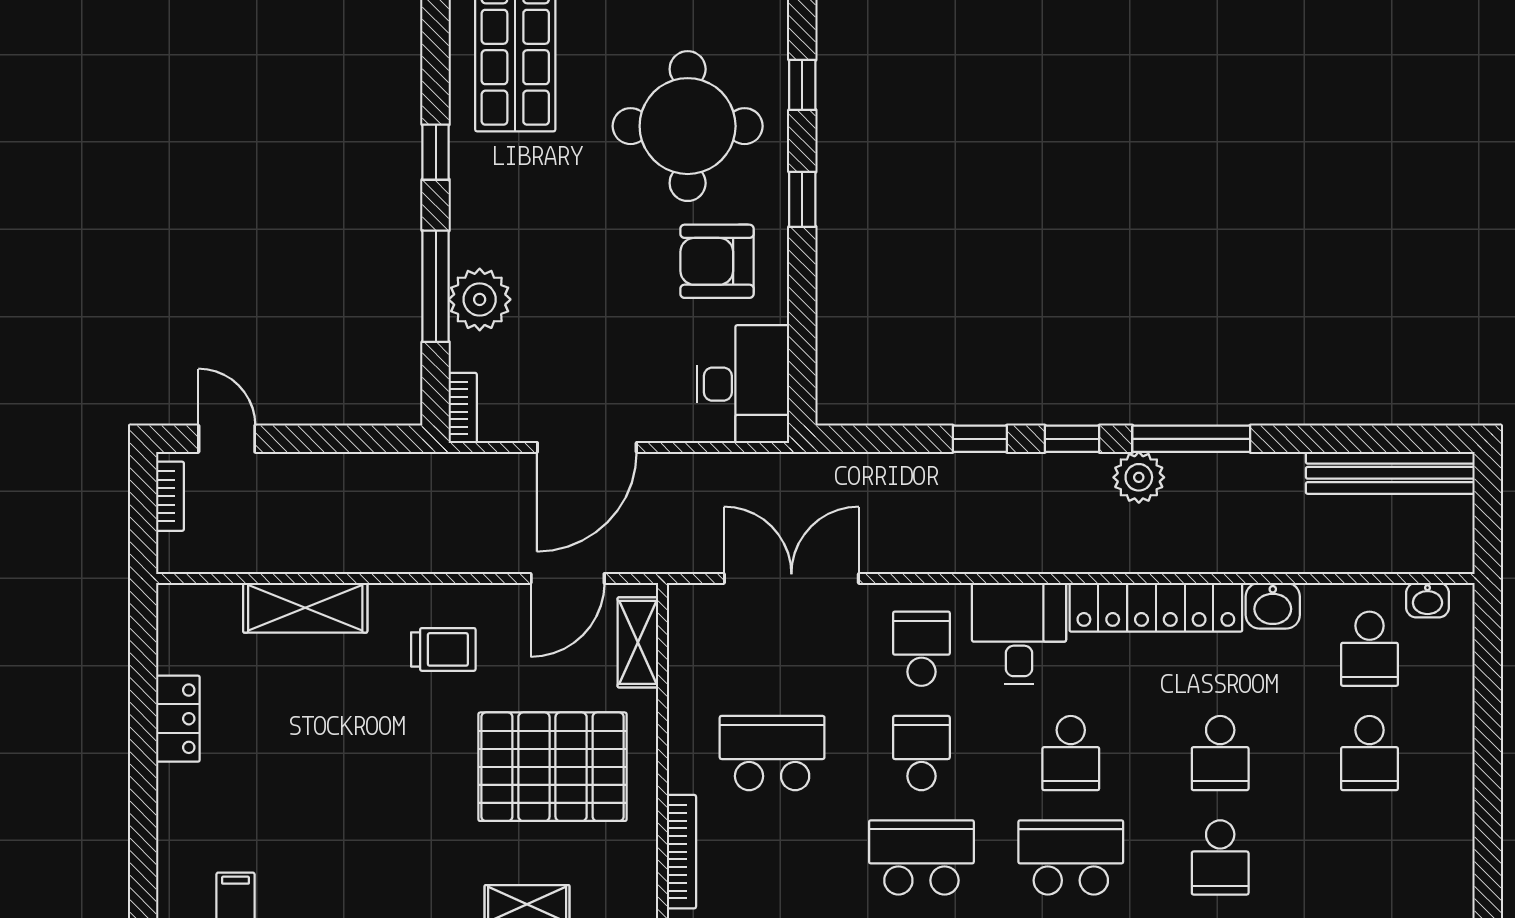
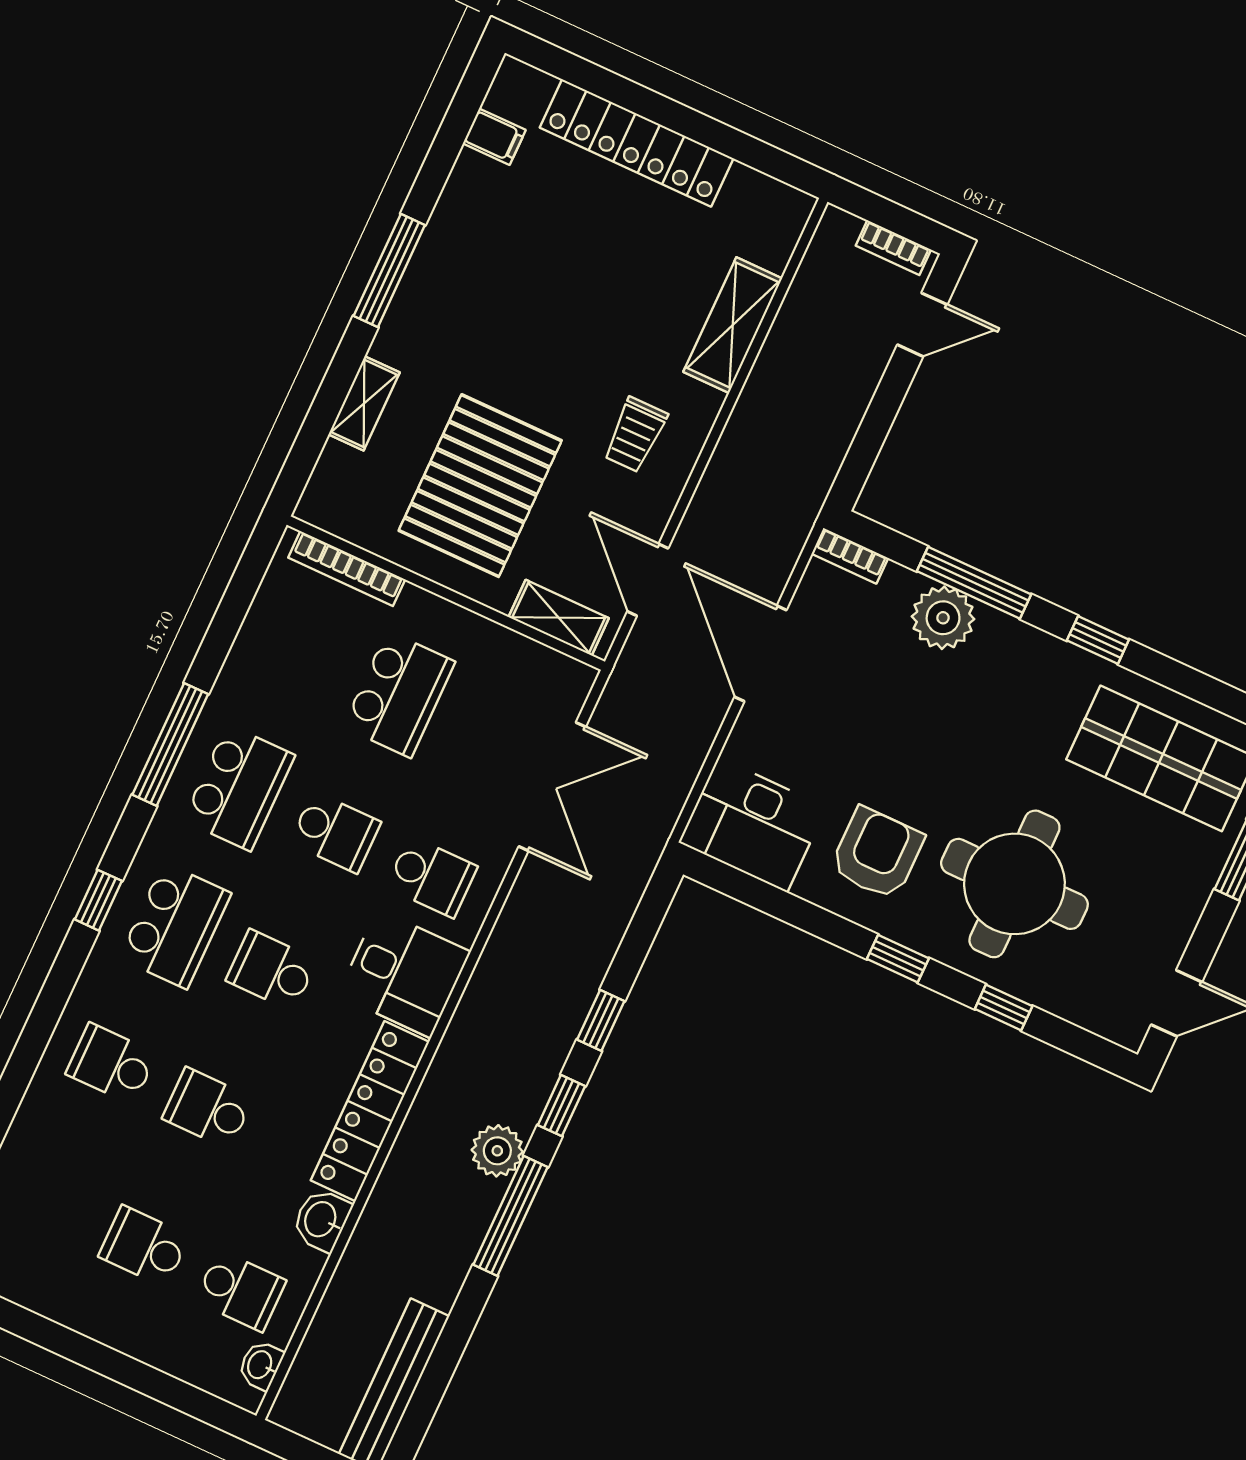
school desk: (1370, 649) -> (240, 1291), turned 180
locker: (178, 719) -> (637, 143), width x2.16, depth x1.21

